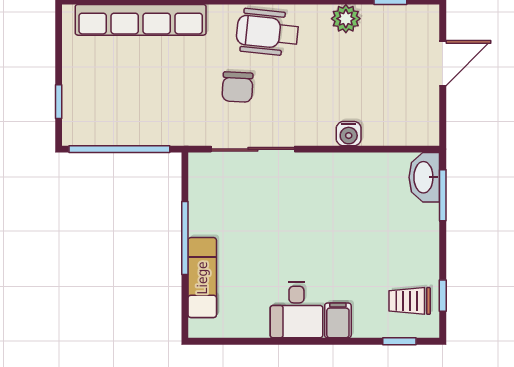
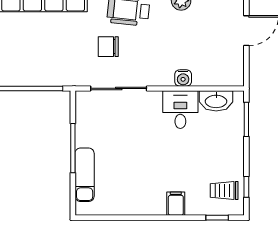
chair: (237, 87) -> (108, 47), turned 87
washbasin: (424, 177) -> (216, 101), moved, turned -90
desk: (296, 310) -> (180, 110), moved, turned 180

